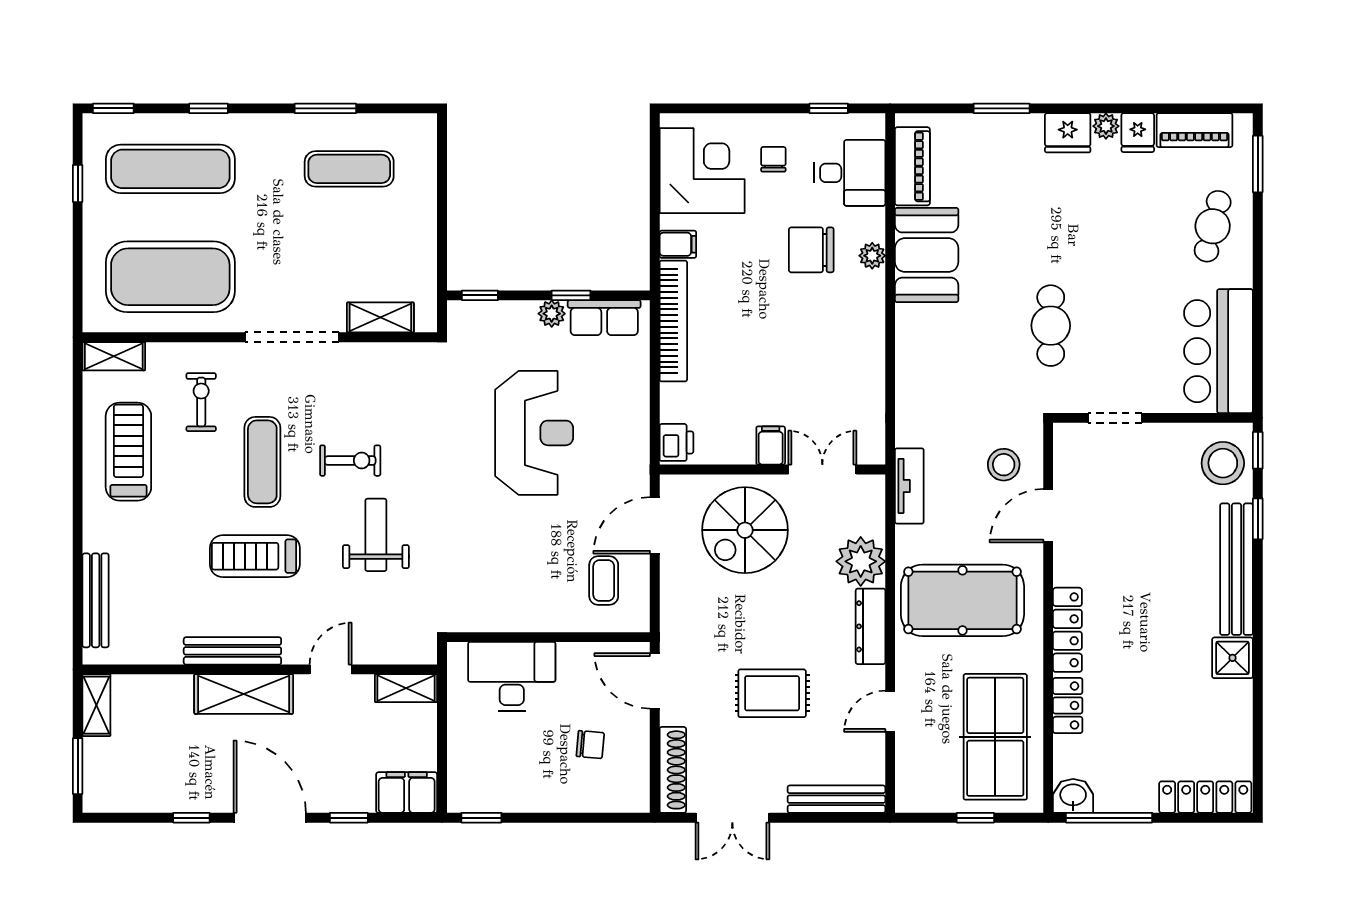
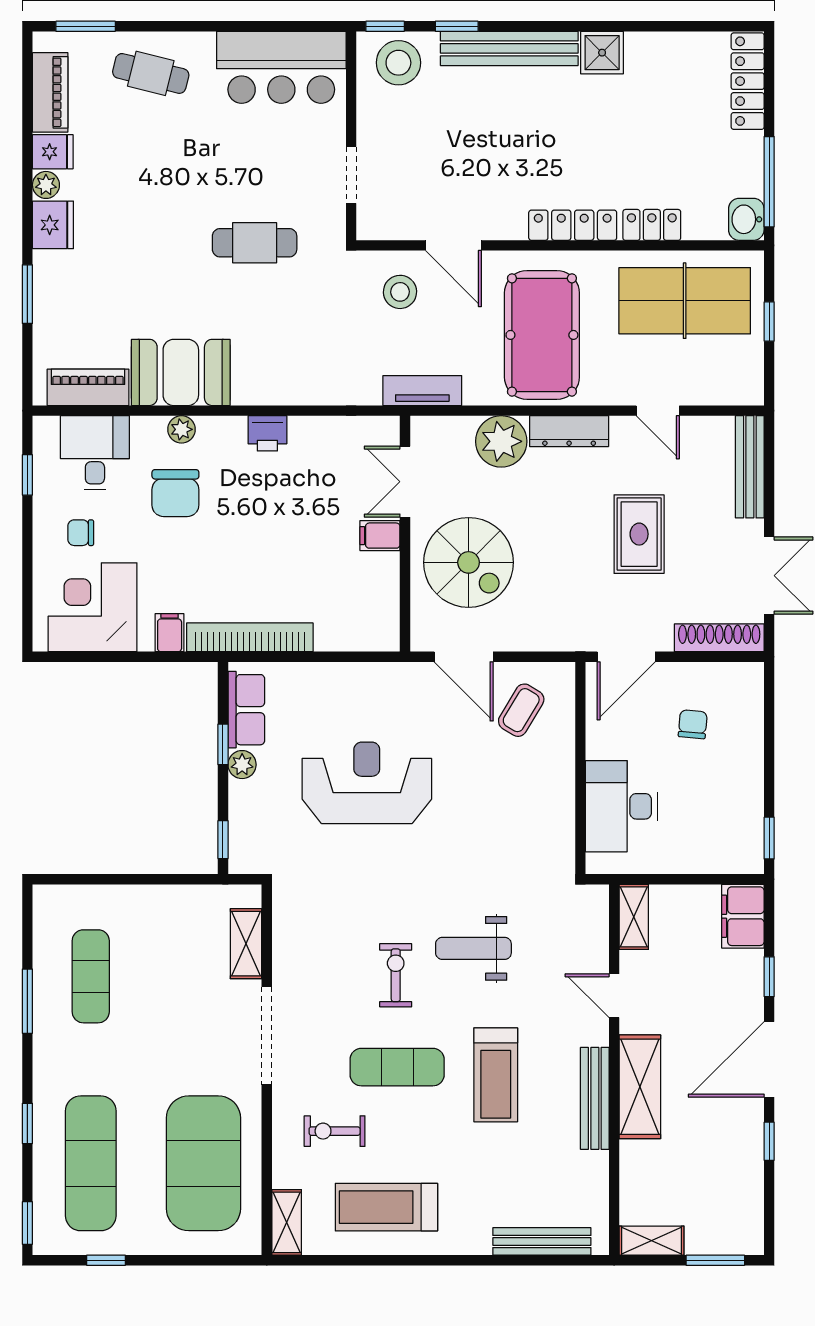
printer: (676, 442) -> (267, 433), moved, turned 180
coffee table: (604, 581) -> (521, 710), turned -59

